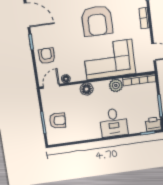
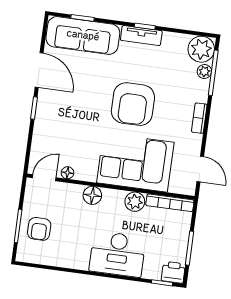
armchair: (47, 56) -> (50, 133), removed
armchair: (58, 120) -> (39, 229), turned 86
desk: (114, 123) -> (117, 254), width x1.37

